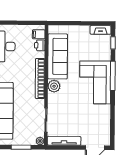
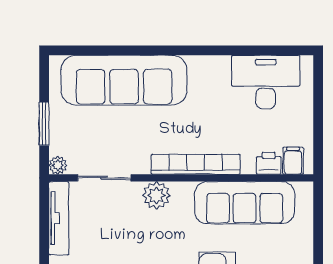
plant: (54, 86) -> (156, 195), moved

